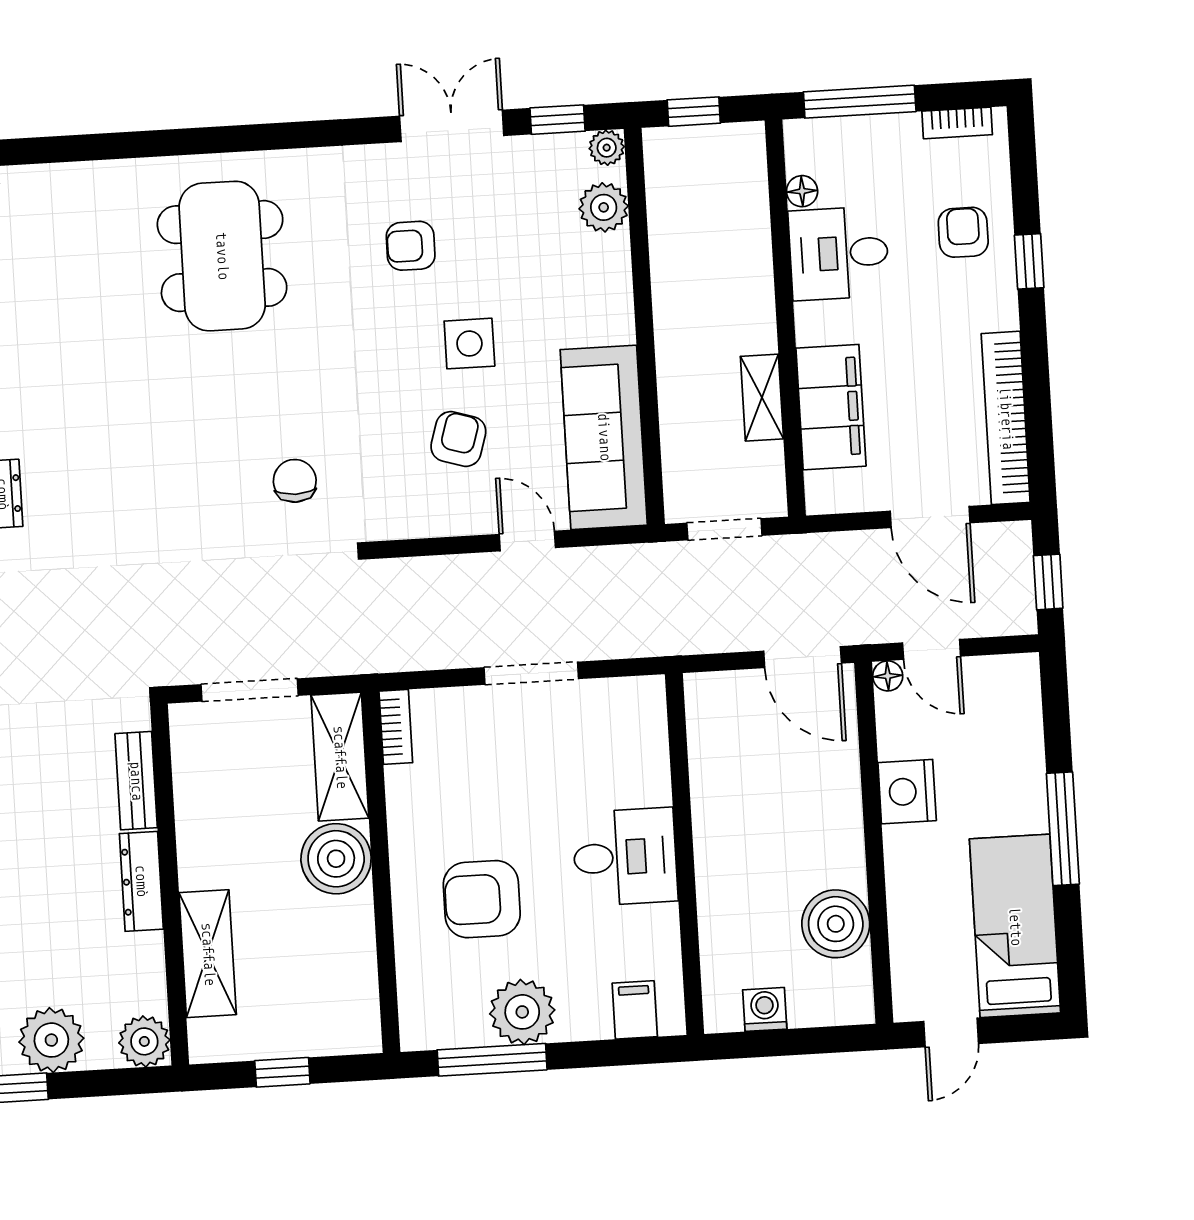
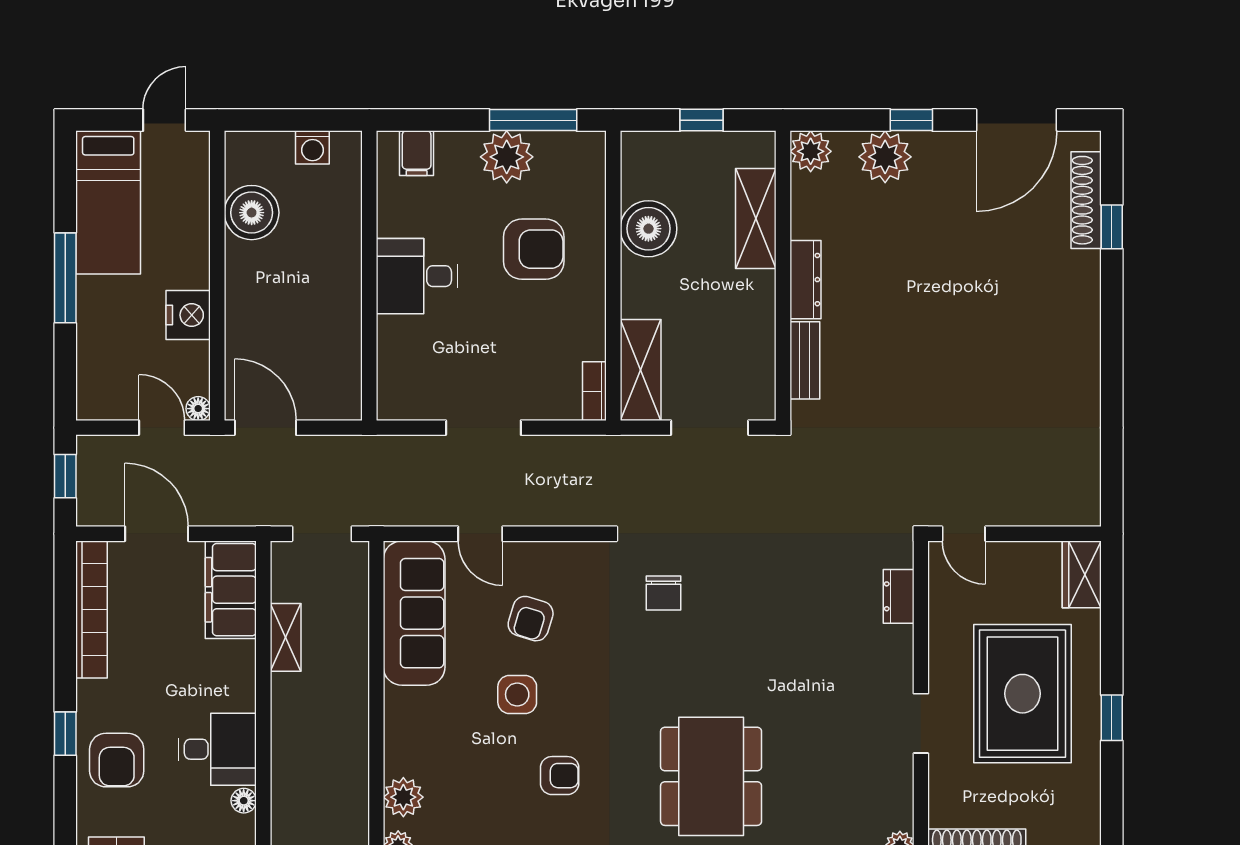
armchair: (963, 232) -> (117, 760), width x1.38, depth x1.38
filing cabinet: (831, 407) -> (231, 590), moved
boiler: (336, 859) -> (648, 229), moved

